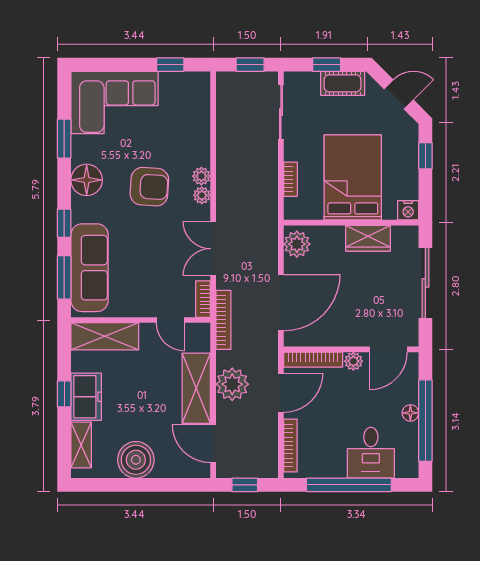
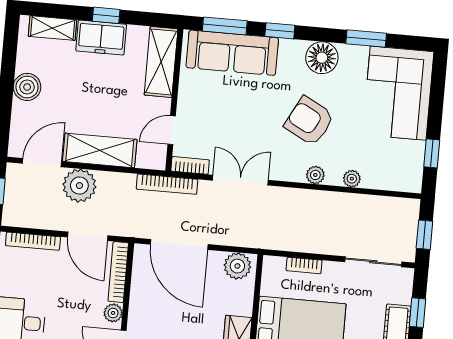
armchair: (149, 187) -> (309, 121), turned 114
plant: (202, 195) -> (352, 179), moved
plant: (232, 384) -> (79, 186), moved
boiler: (136, 460) -> (27, 87), width x0.73, depth x0.73

